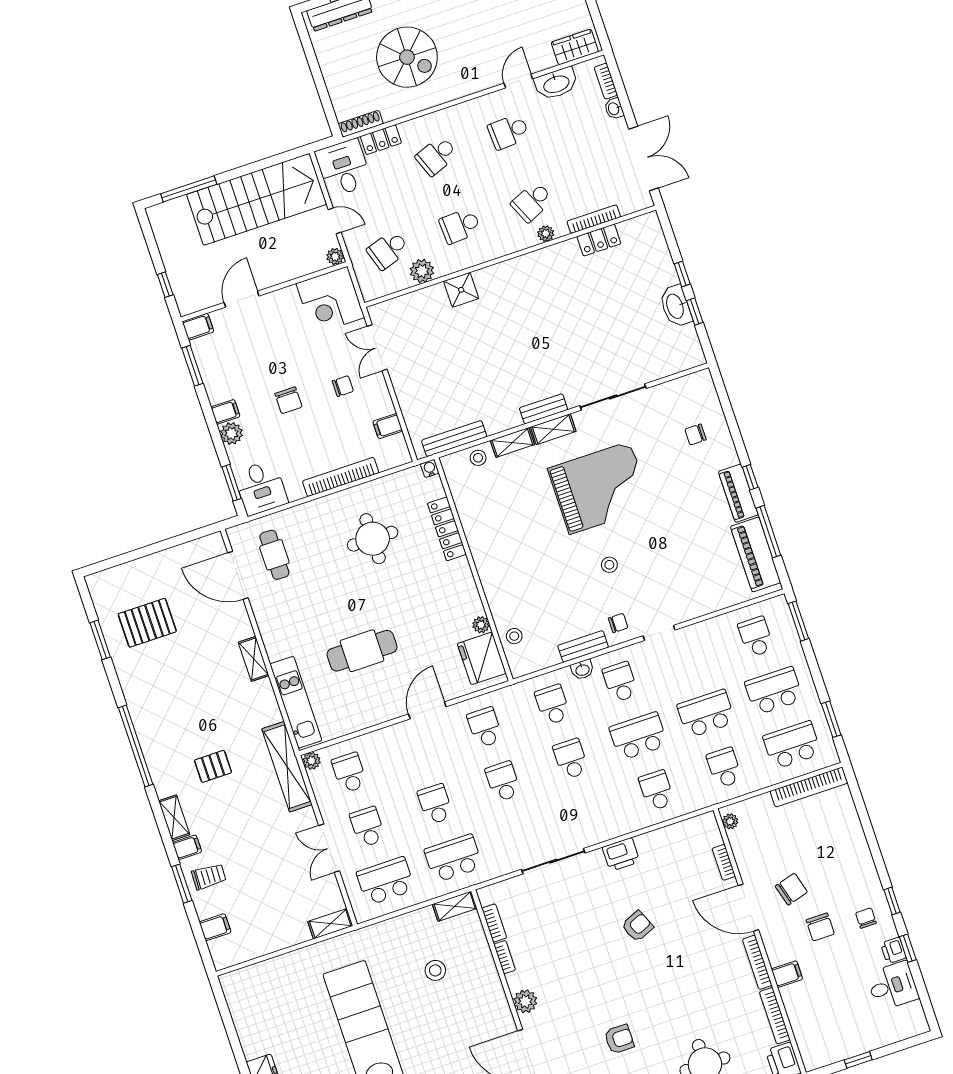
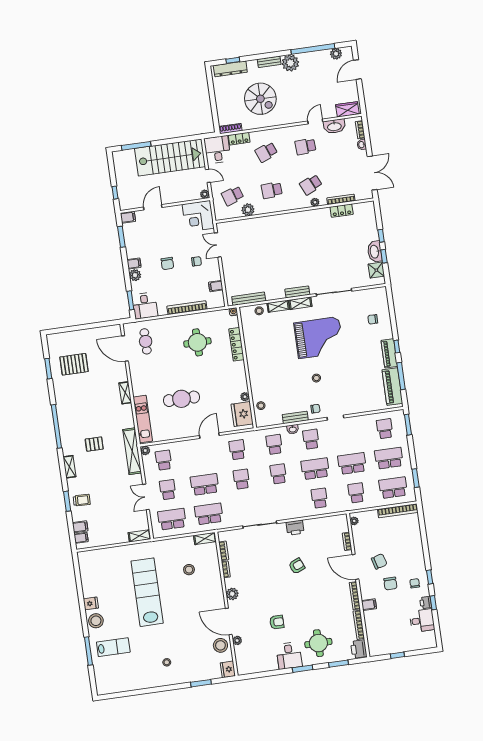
shower: (461, 290) -> (376, 270), moved
school desk: (435, 804) -> (205, 484), width x1.85
filing cabinet: (187, 847) -> (81, 538), moved

